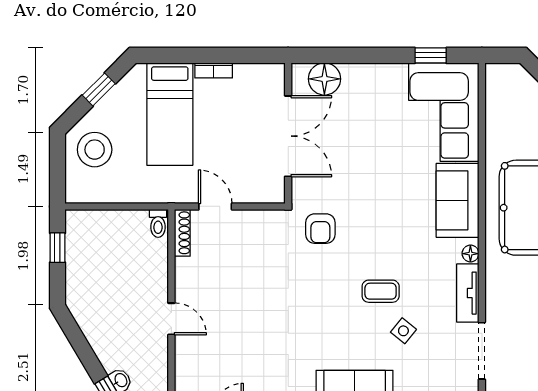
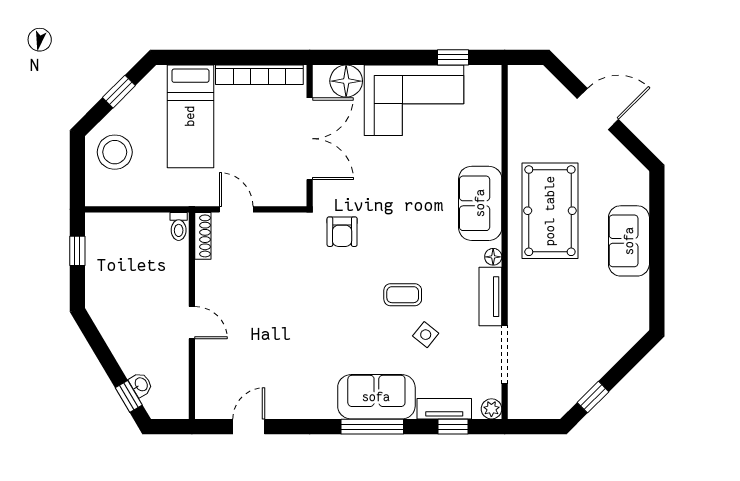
bookcase: (214, 70) -> (259, 75), width x2.31, depth x1.31
corner sofa: (444, 112) -> (414, 100), moved, turned -90

